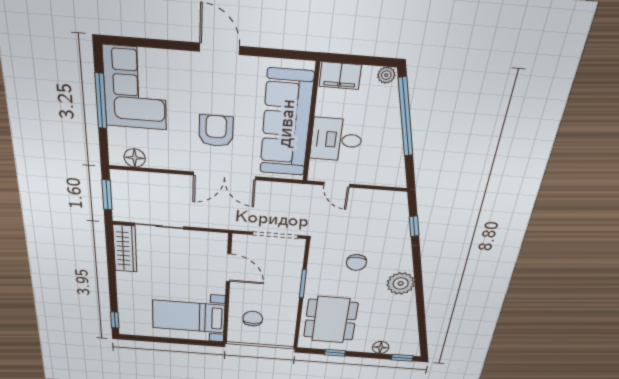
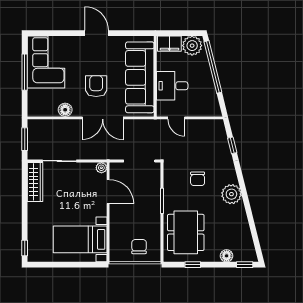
plant: (386, 75) -> (192, 46), width x1.87, depth x1.87
floor lamp: (135, 158) -> (65, 110), moved
plant: (220, 239) -> (101, 168), added
chair: (253, 319) -> (139, 247), moved

